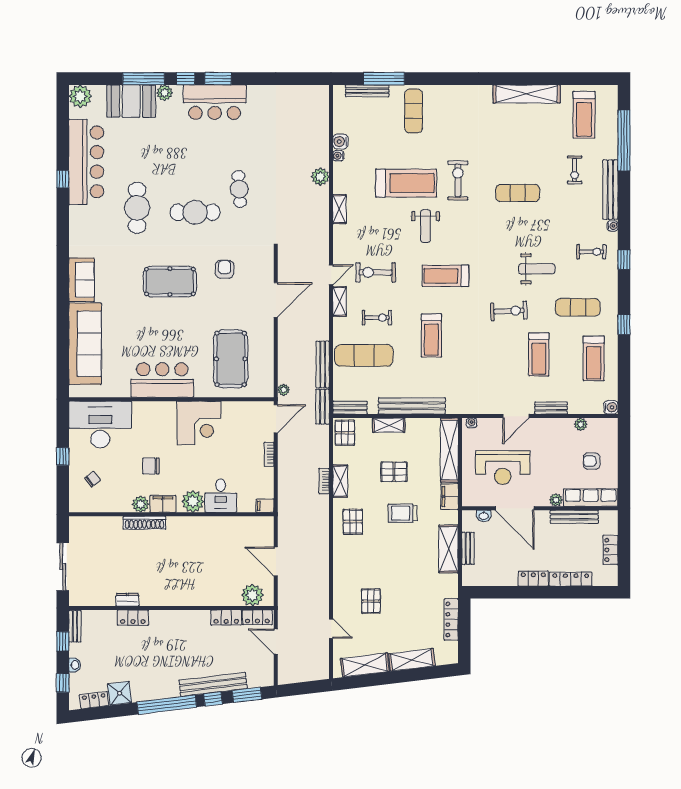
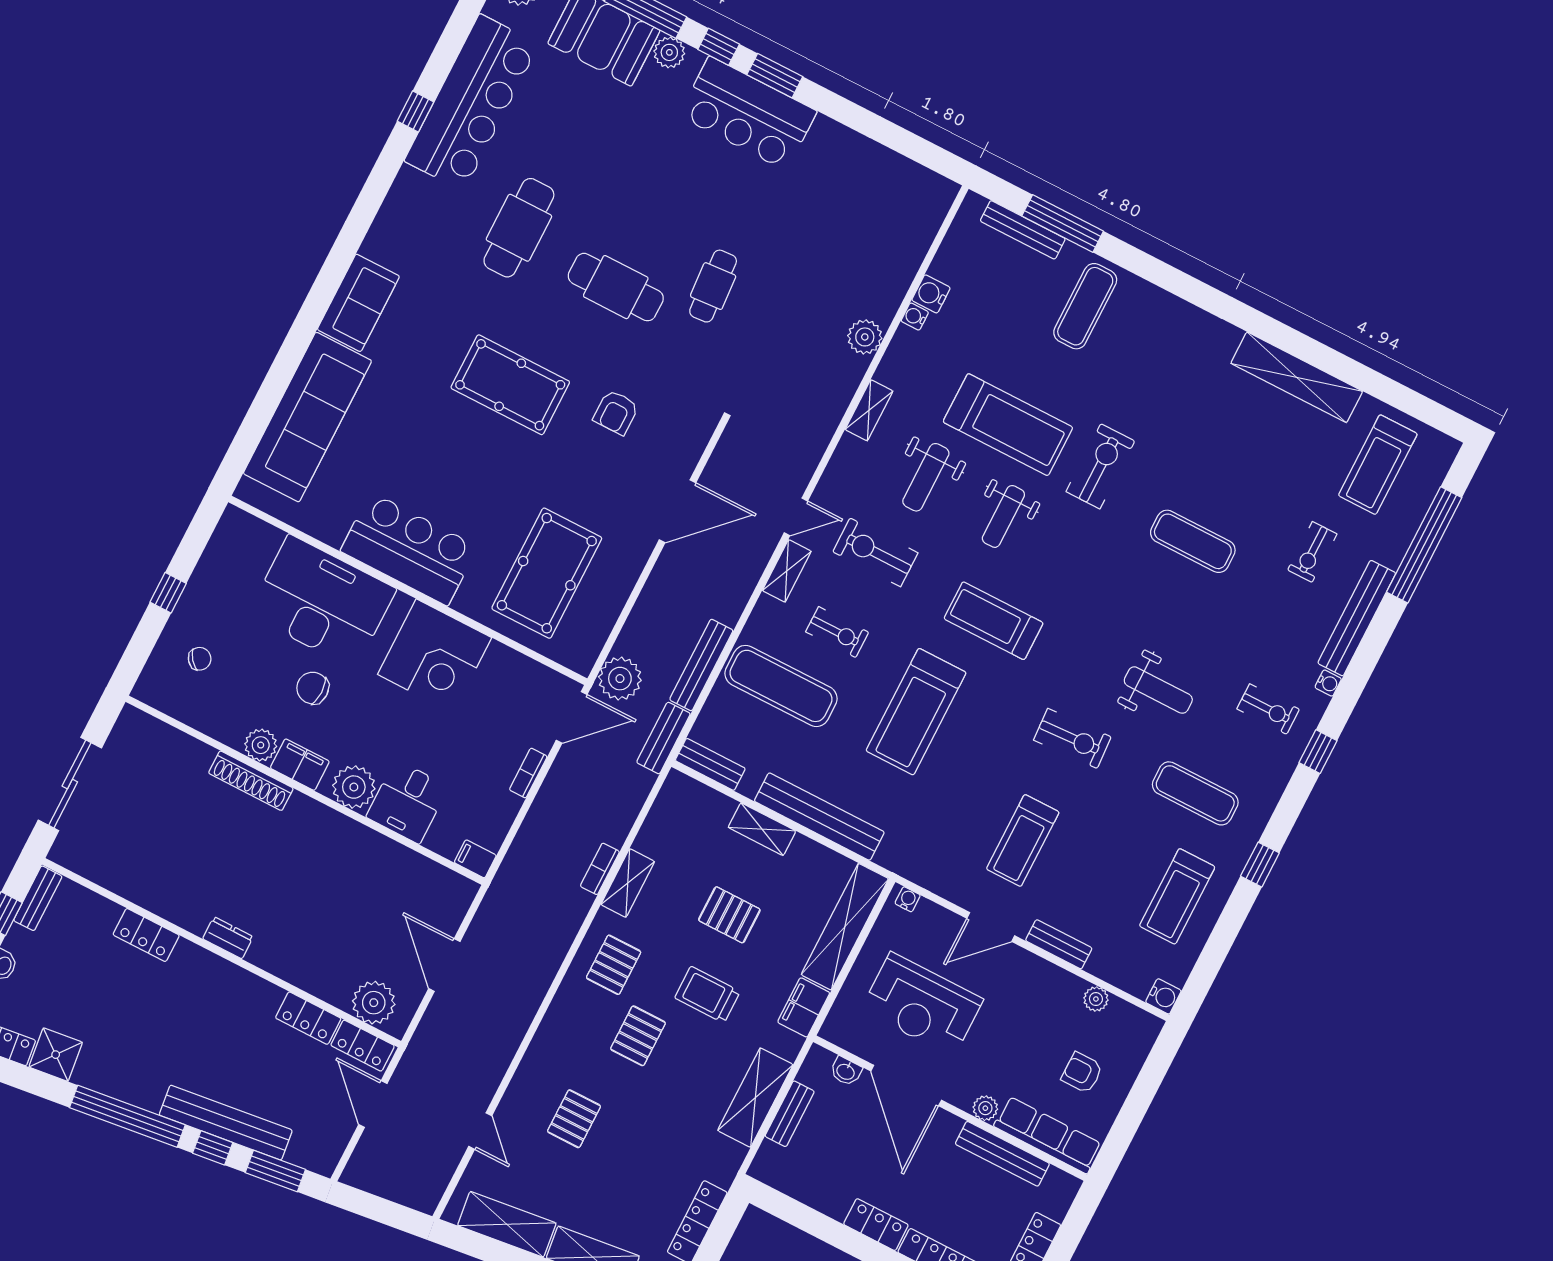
weight bench: (381, 226) -> (926, 477), added
armchair: (225, 269) -> (616, 412), turned 180
treadmill: (431, 335) -> (916, 712), width x1.37, depth x1.38
treadmill: (539, 354) -> (1023, 841), moved
plant: (284, 390) -> (620, 679), width x1.88, depth x1.88
desk: (100, 425) -> (322, 602), moved
pallet: (345, 433) -> (638, 1036), moved
dresser: (127, 600) -> (228, 938), moved

